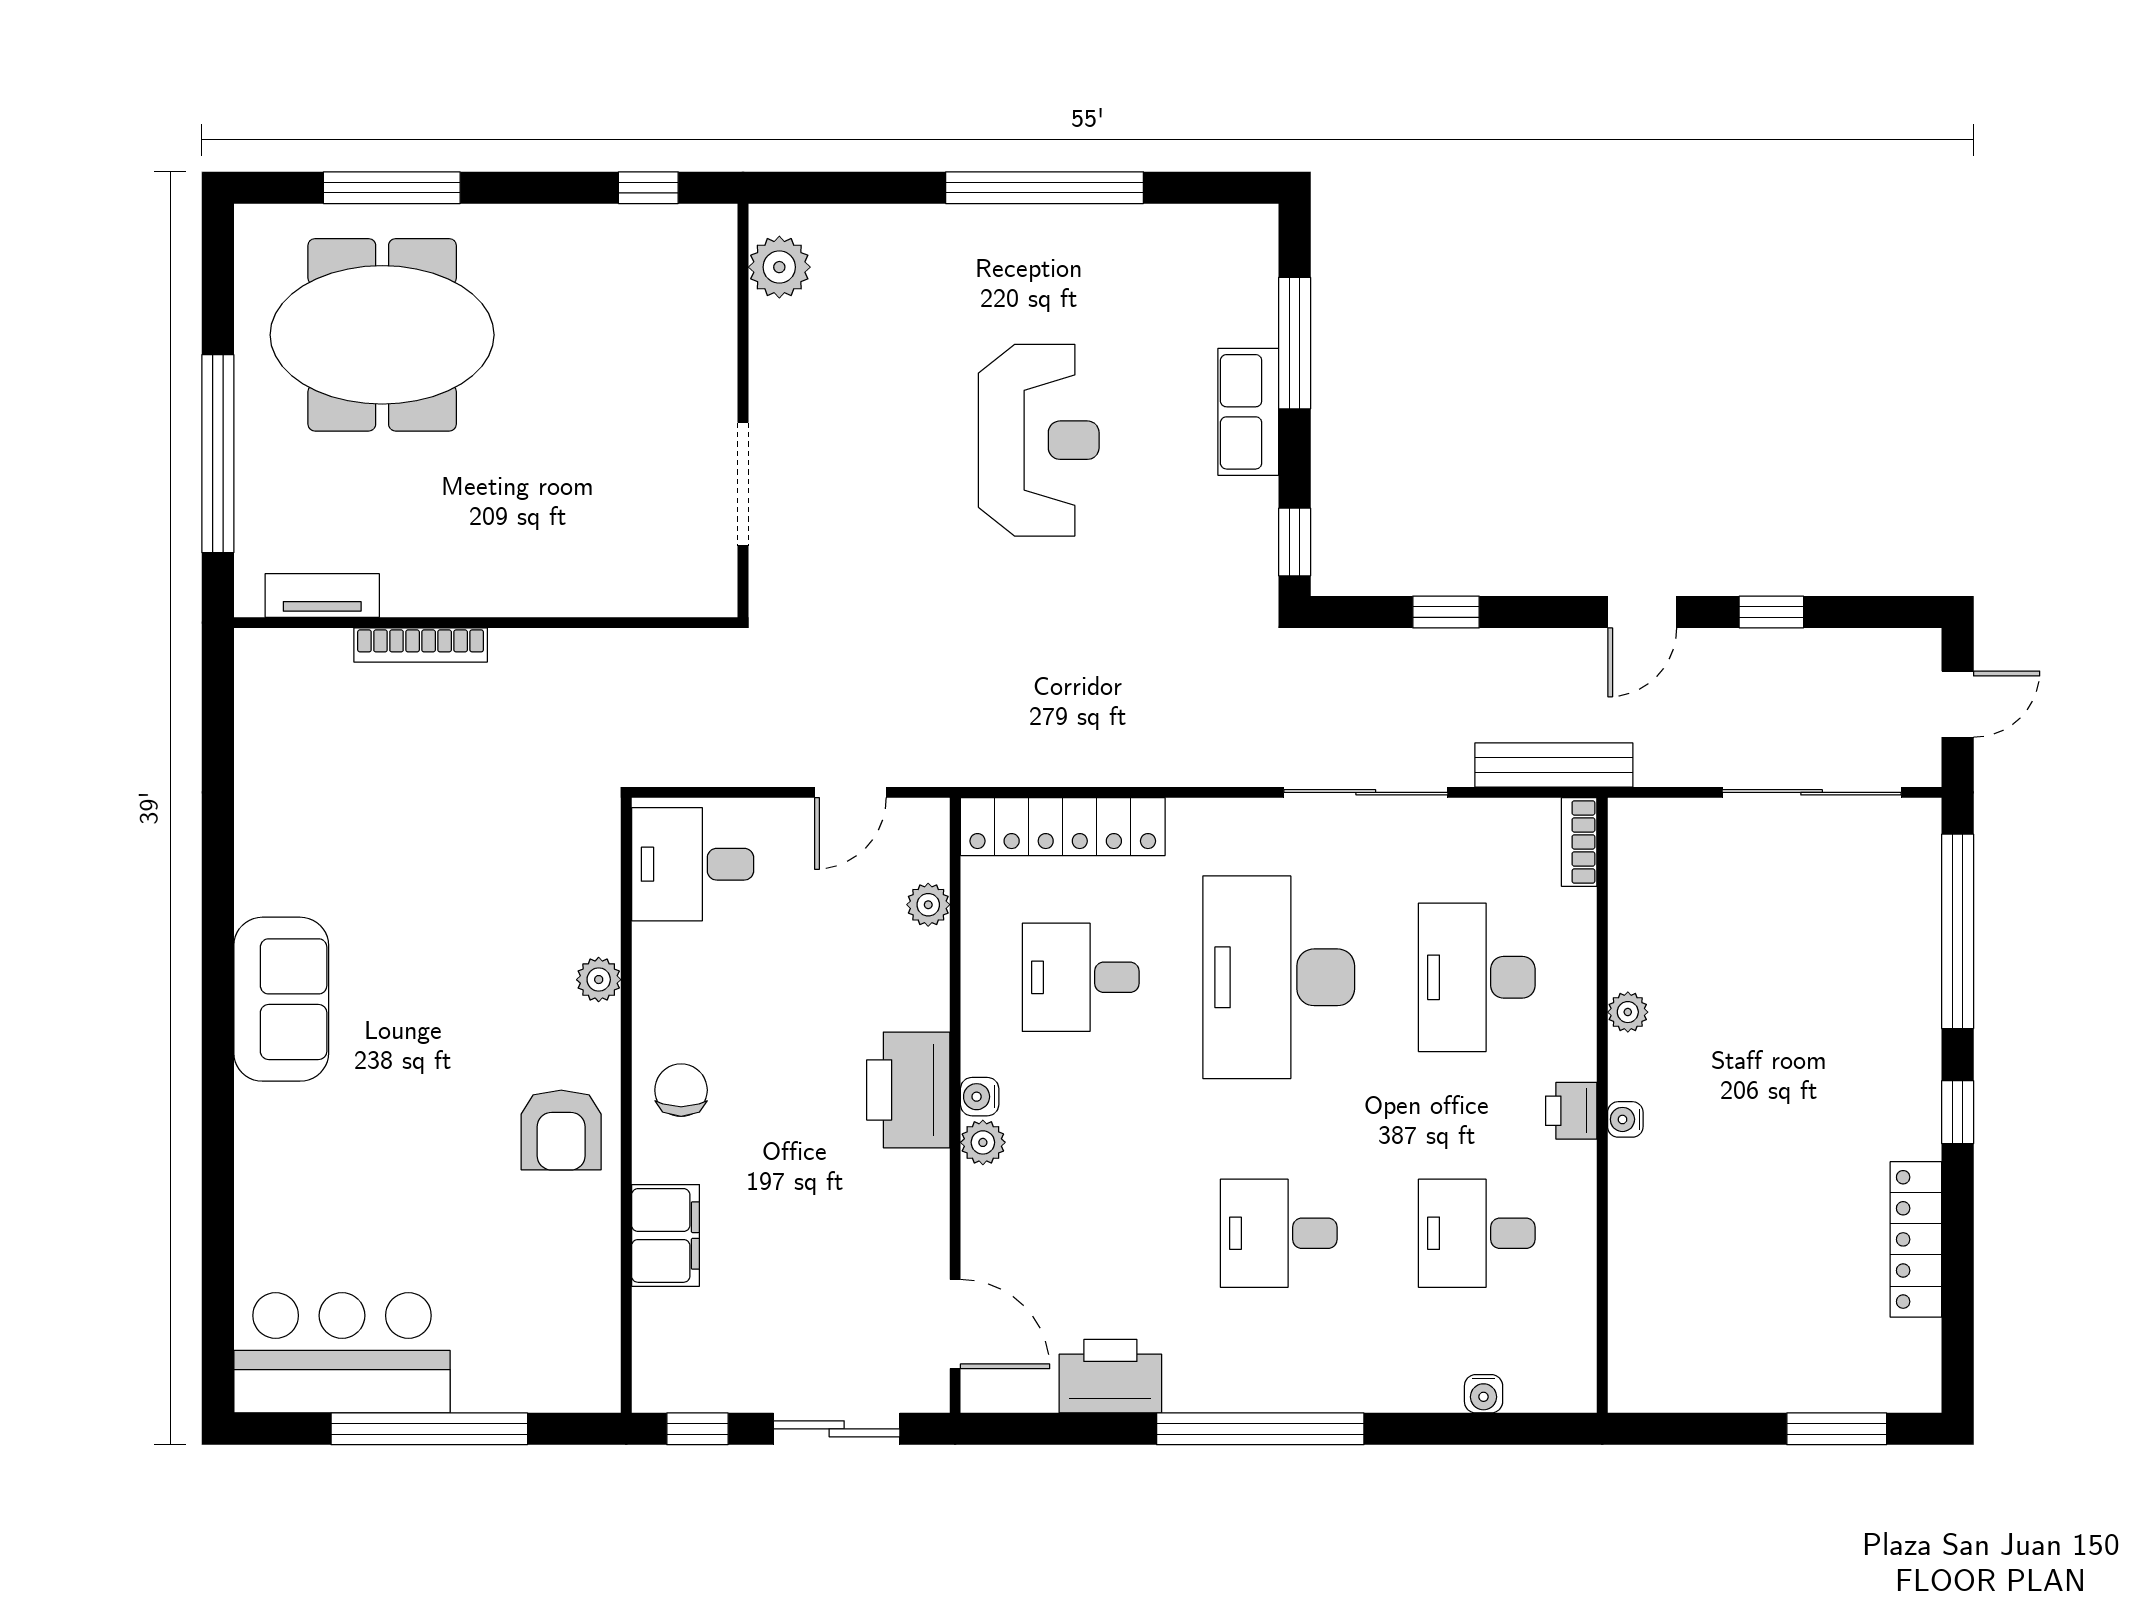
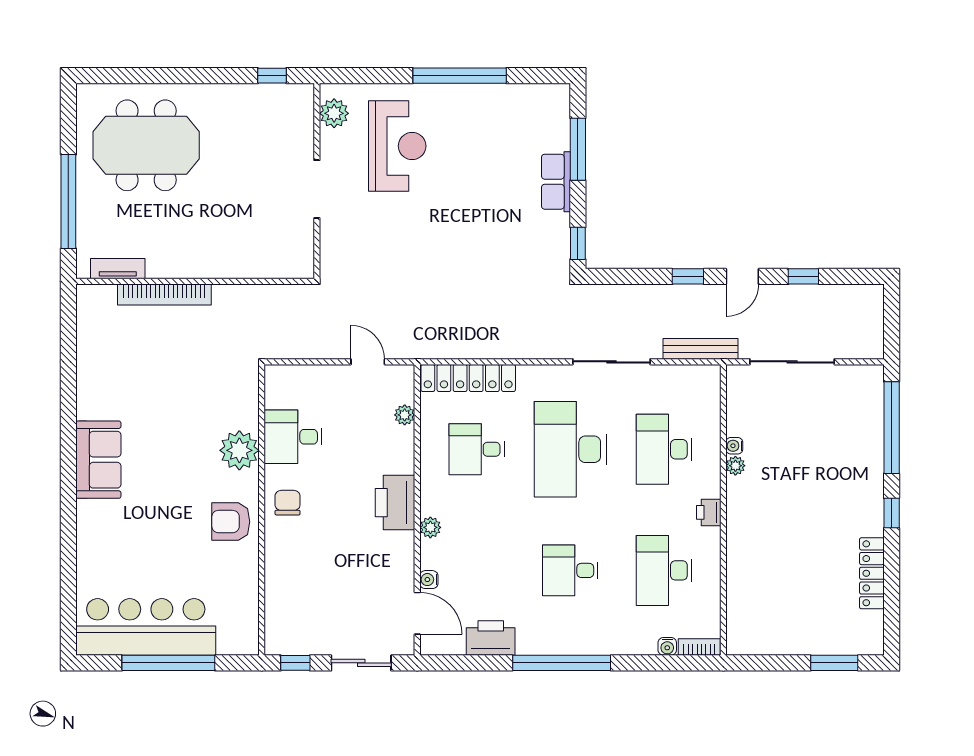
window: (392, 188) -> (151, 76), removed
reception desk: (1039, 440) -> (397, 146), moved
doorway: (743, 484) -> (317, 189), moved
window: (1446, 612) -> (688, 276), moved
bookcase: (421, 645) -> (164, 295), width x1.48, depth x1.31
door: (1958, 704) -> (892, 320), removed
door: (850, 792) -> (368, 362), swing flipped
sliding door: (1812, 792) -> (792, 362), moved
bookcase: (1579, 842) -> (699, 647), moved, turned 90
desk: (693, 864) -> (293, 437), moved
plant: (599, 980) -> (239, 450), width x1.88, depth x1.88
water cooler: (980, 1097) -> (429, 580), moved
water cooler: (1625, 1119) -> (734, 446), moved
armchair: (561, 1130) -> (231, 522), turned 90
desk: (1477, 1233) -> (664, 570), width x1.37
filing cabinet: (666, 1235) -> (280, 571), removed
bar counter: (342, 1353) -> (146, 627), width x1.36

